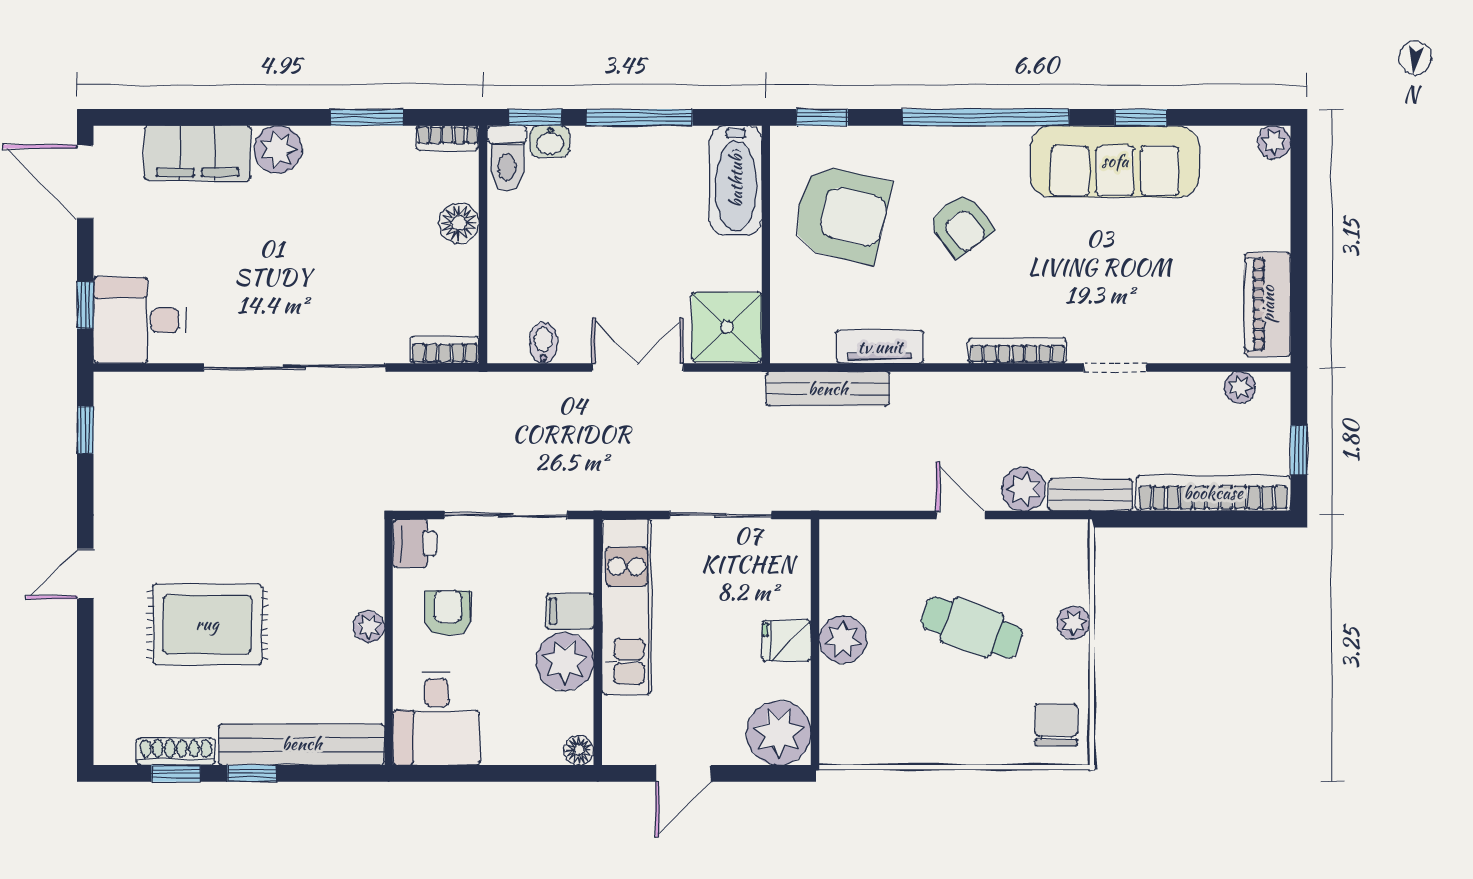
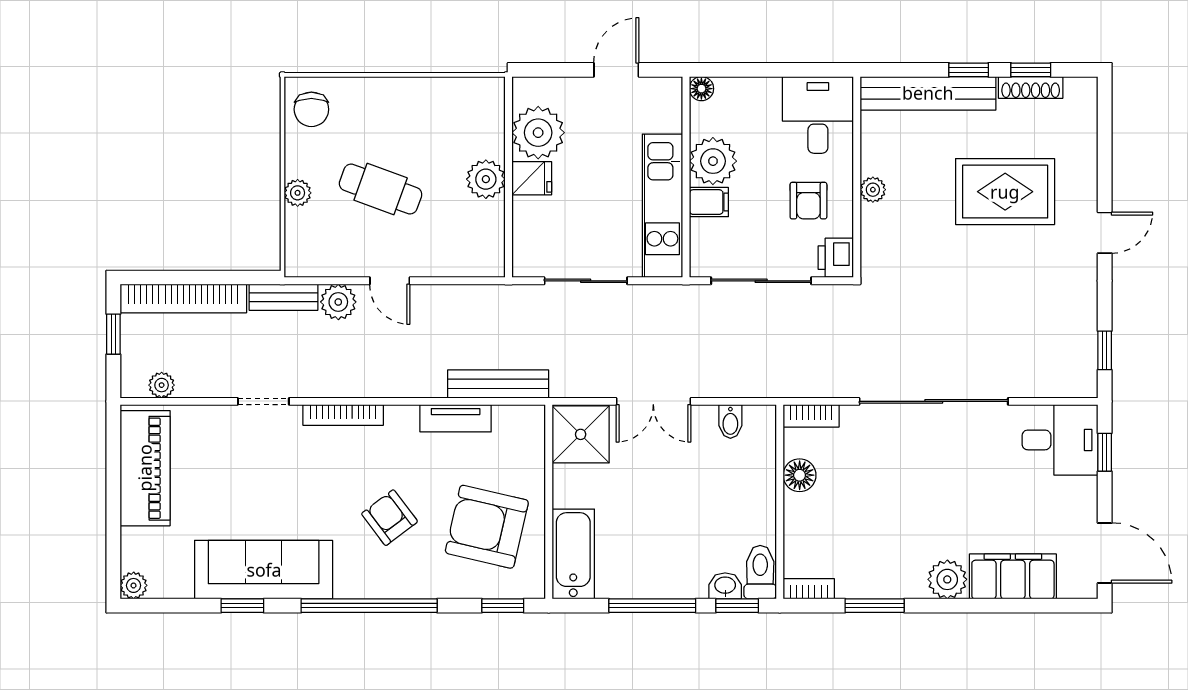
floor lamp: (459, 223) -> (800, 475), moved
piano: (1268, 304) -> (145, 468), width x1.37, depth x1.33
plant: (779, 733) -> (538, 133), moved

